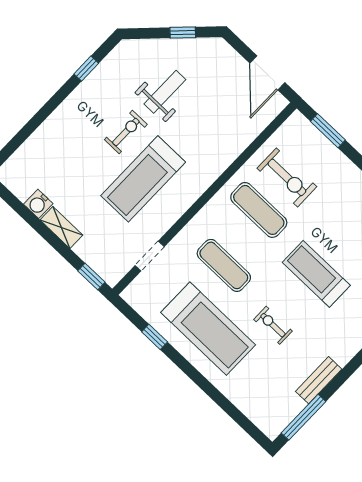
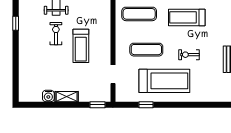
treadmill: (143, 179) -> (81, 46), width x0.73, depth x0.73

